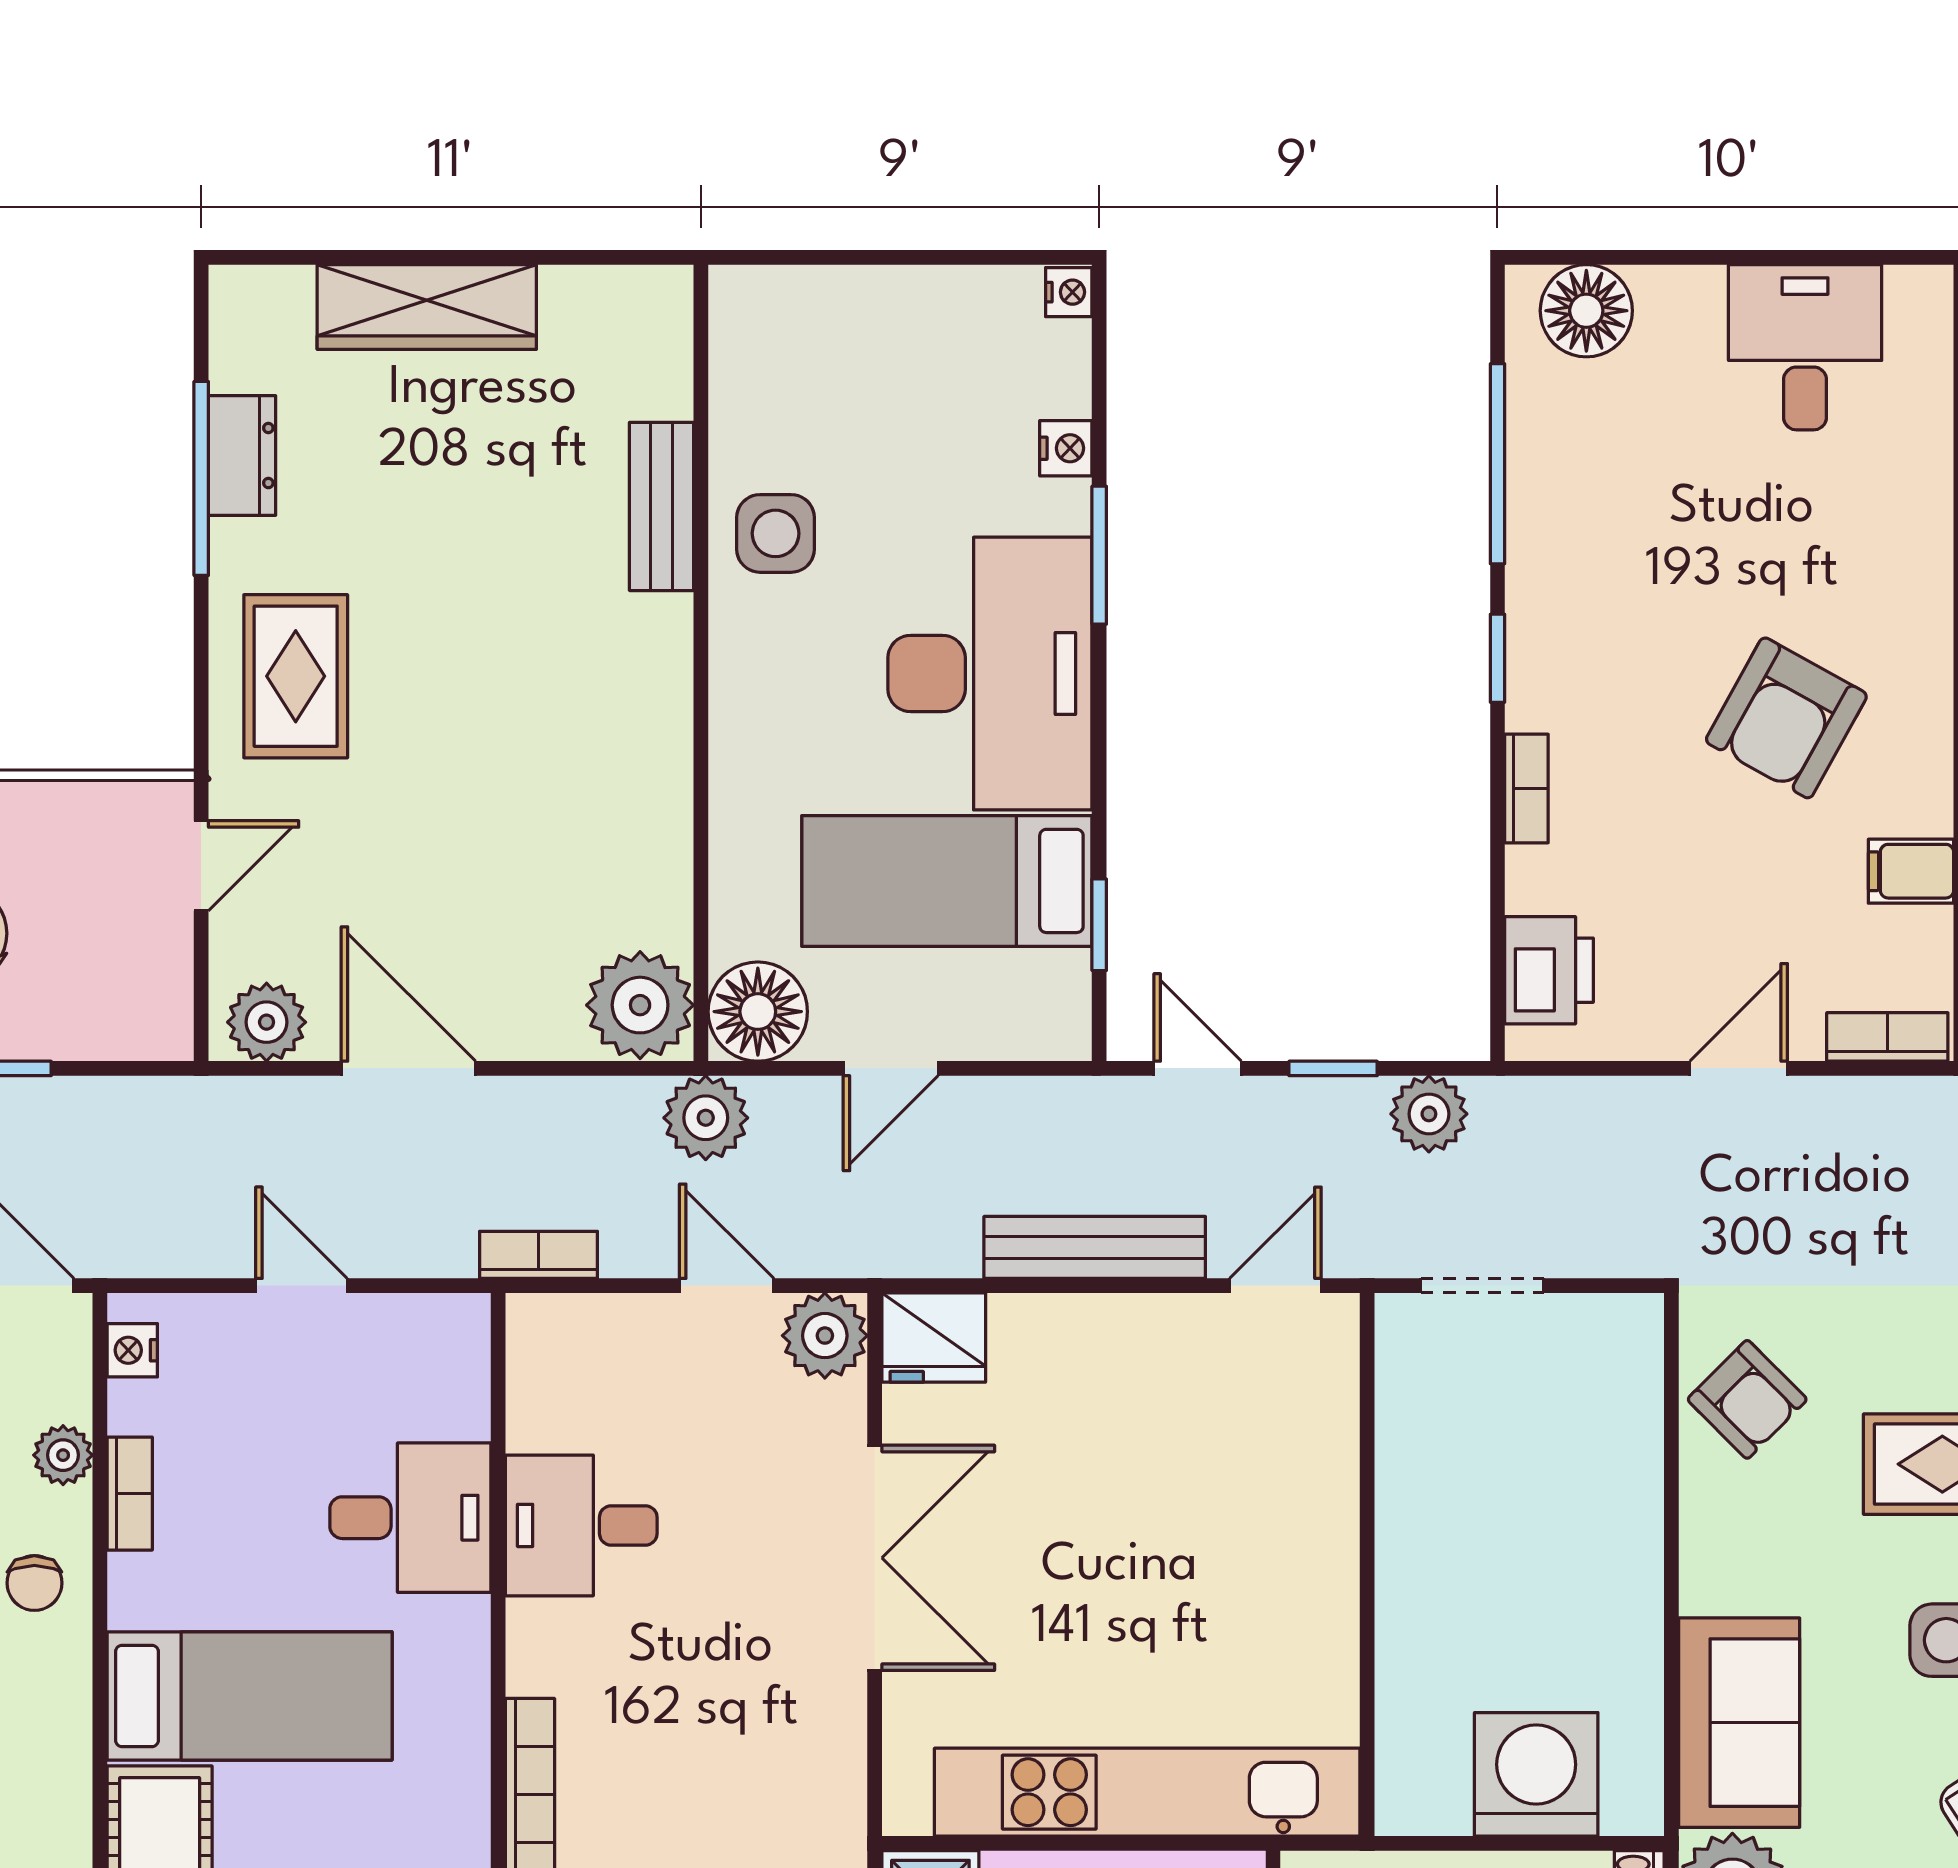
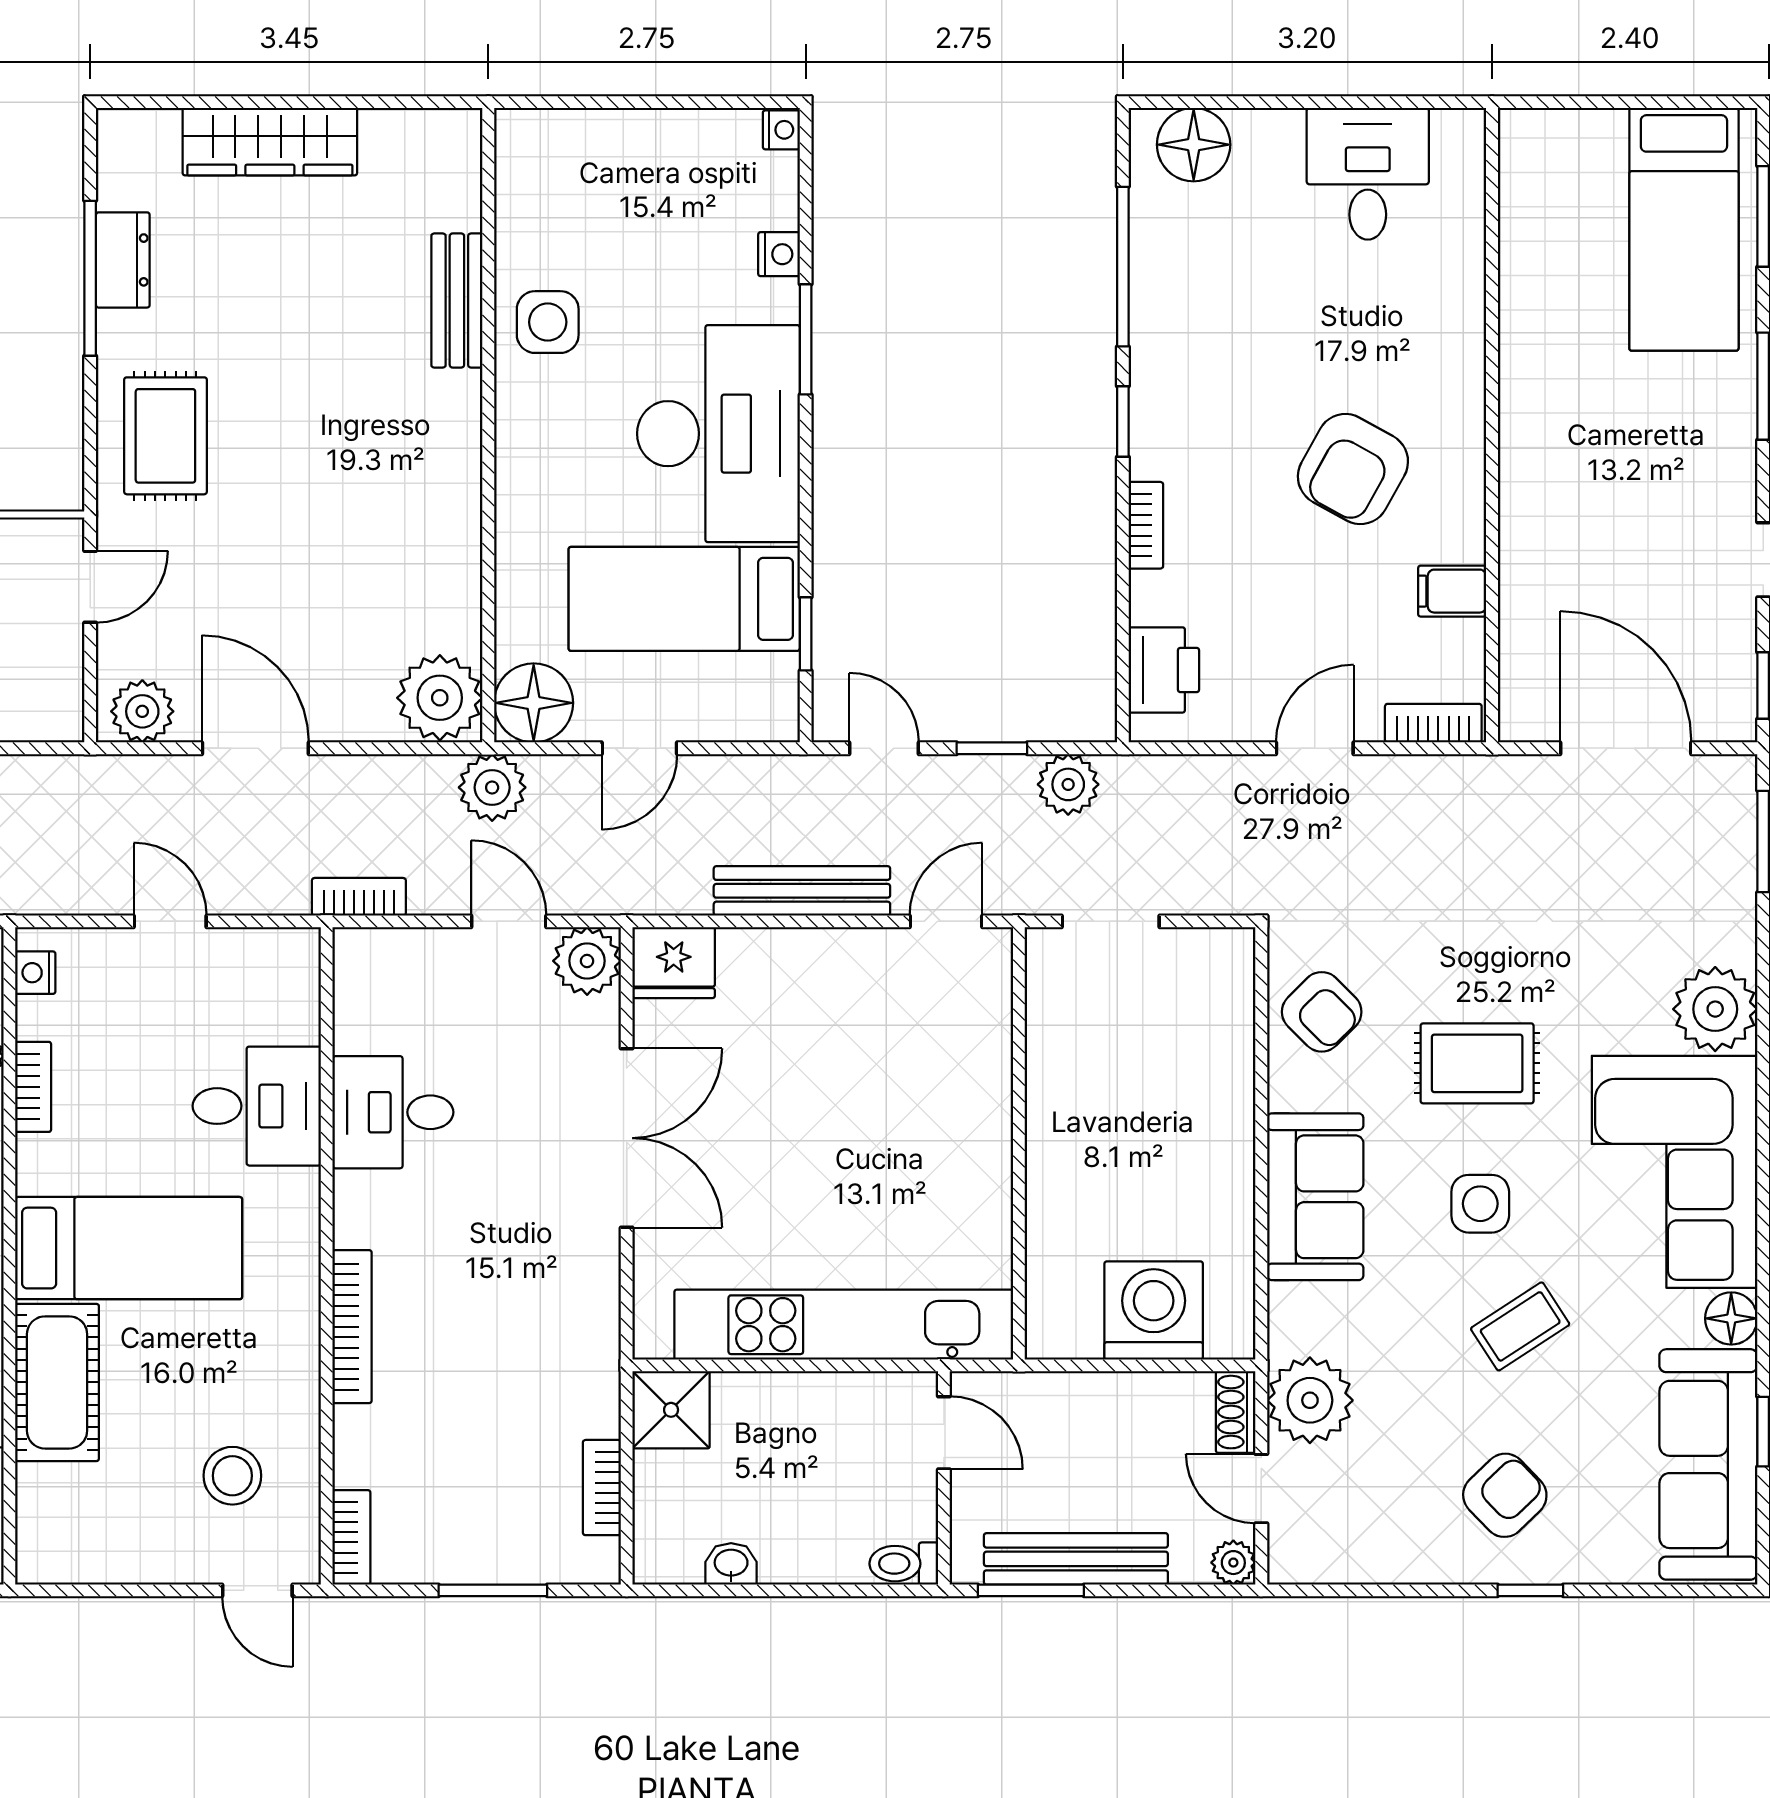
sofa: (1739, 1723) -> (1315, 1197), moved

